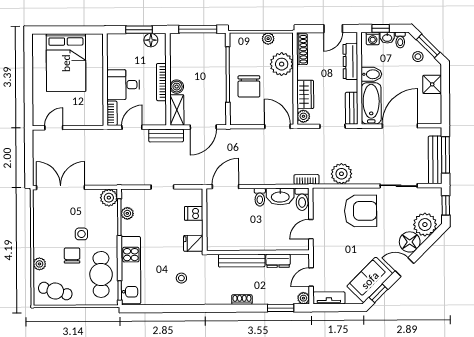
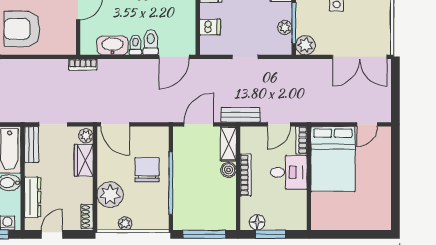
shoe rack: (302, 49) -> (87, 216), width x0.70
bed: (66, 63) -> (333, 159), moved, turned 180
plant: (341, 174) -> (43, 71), removed
toilet: (302, 199) -> (151, 42), moved

